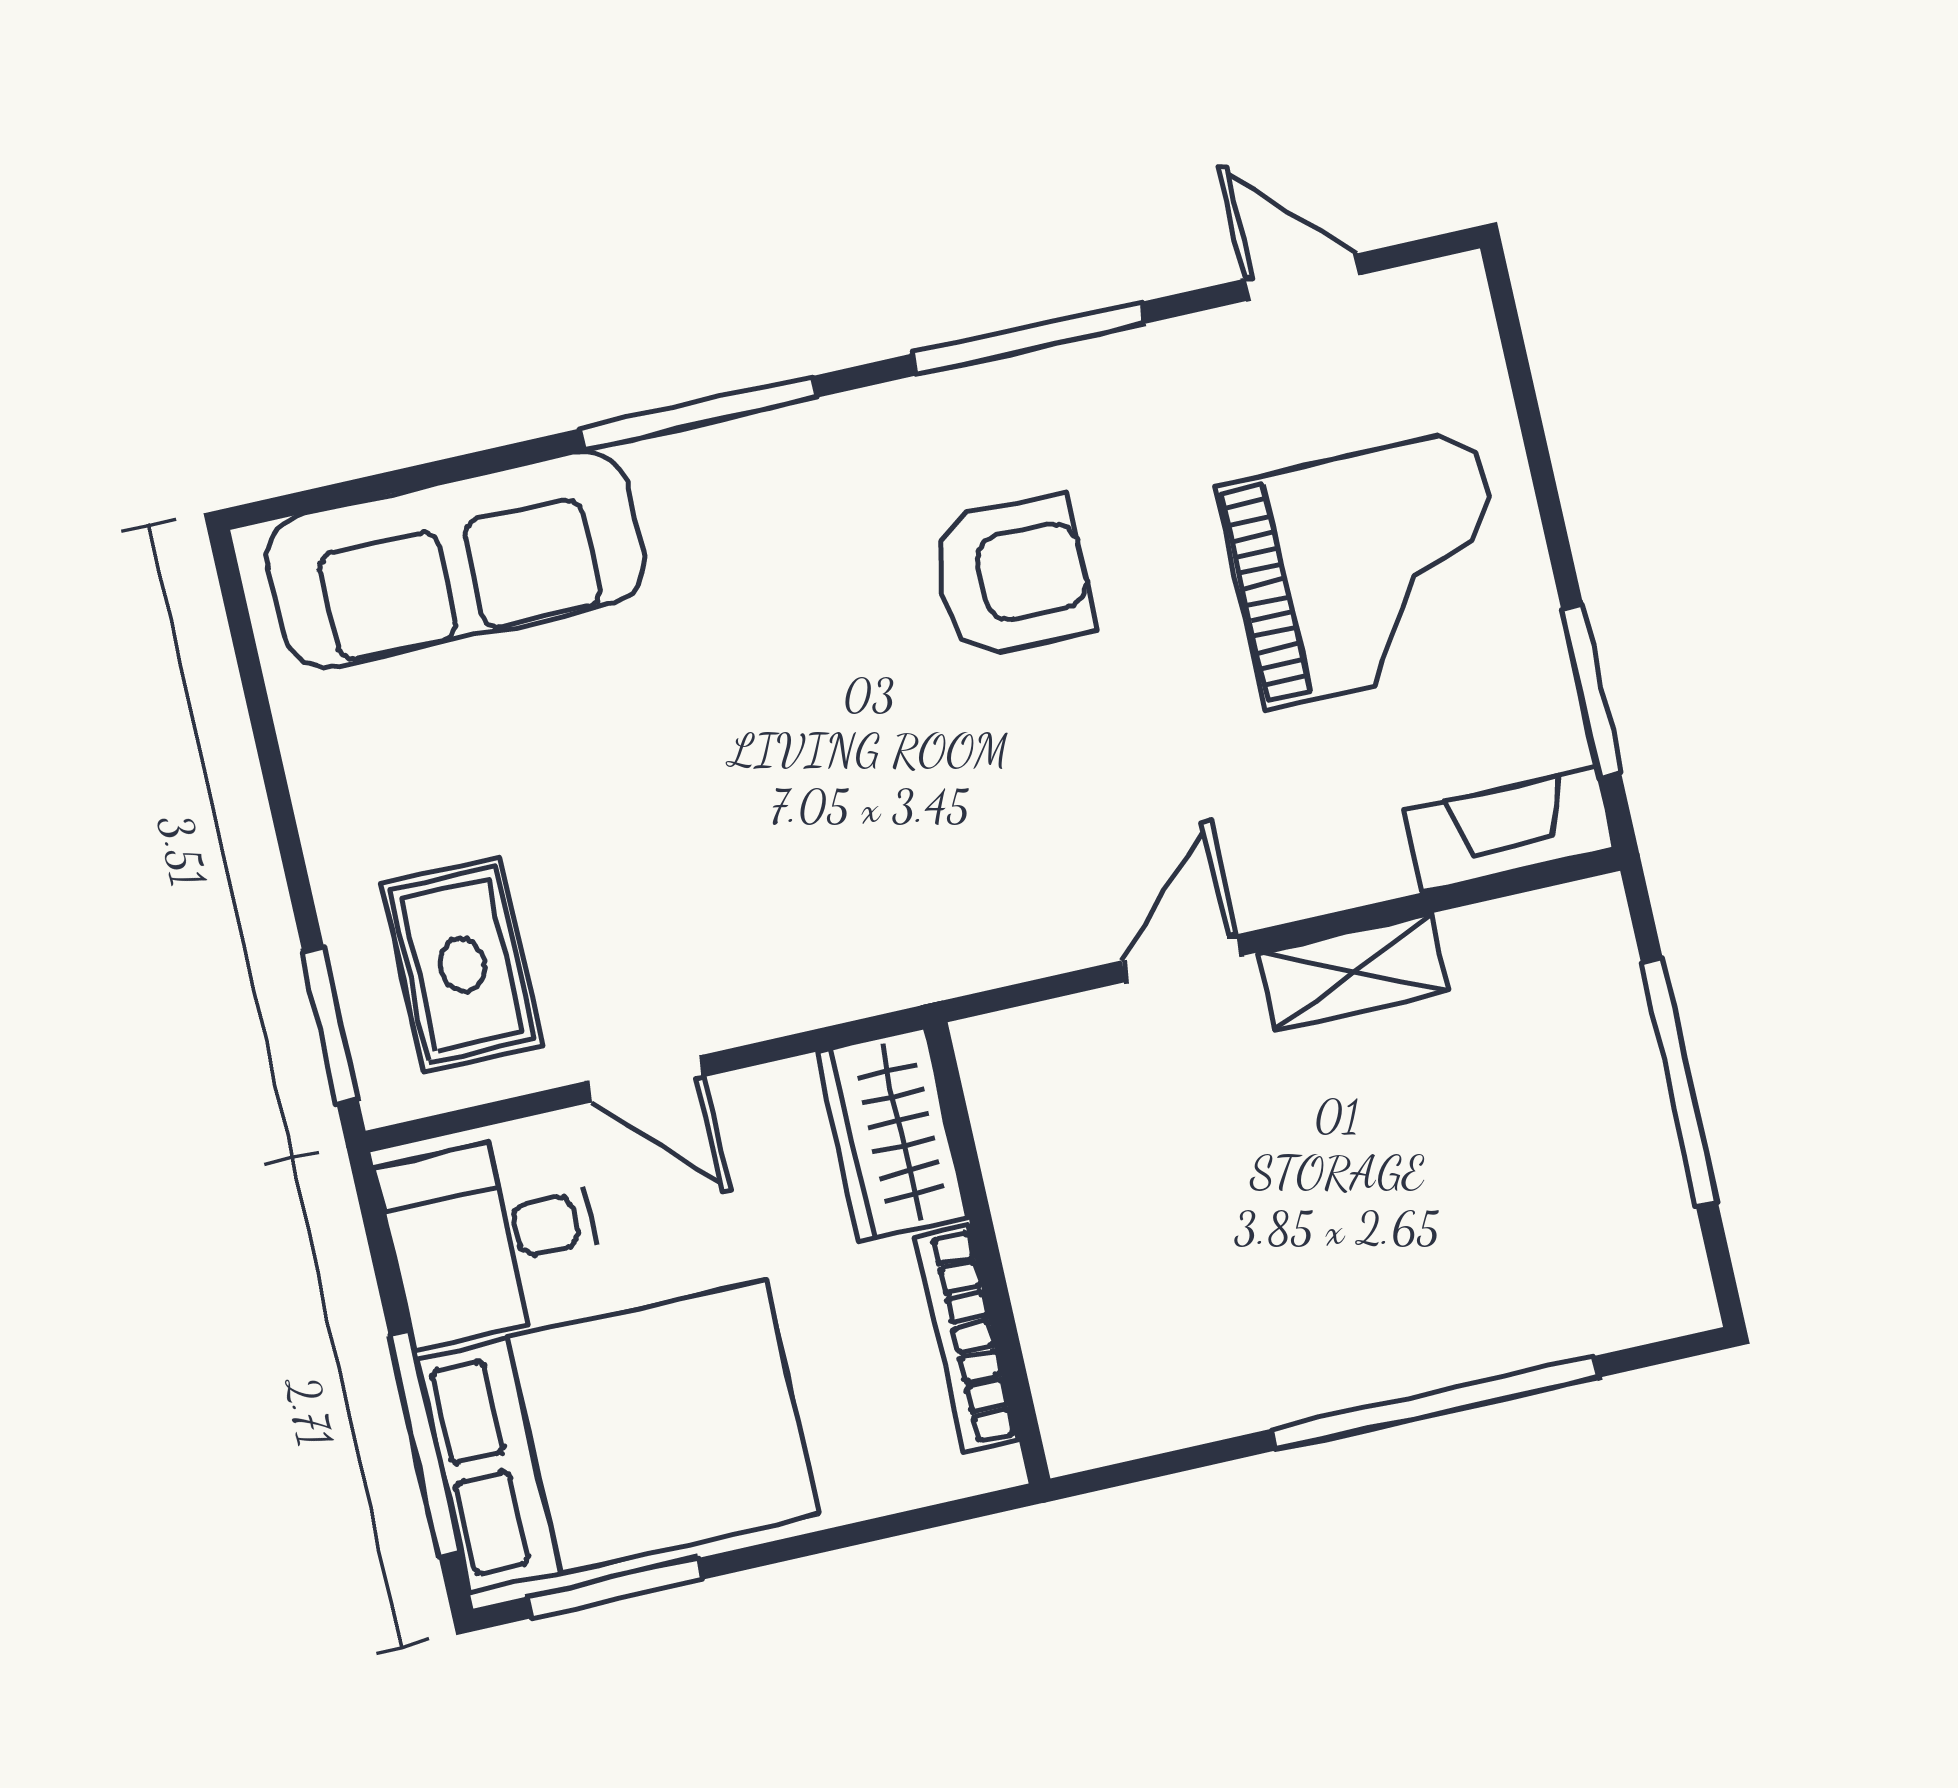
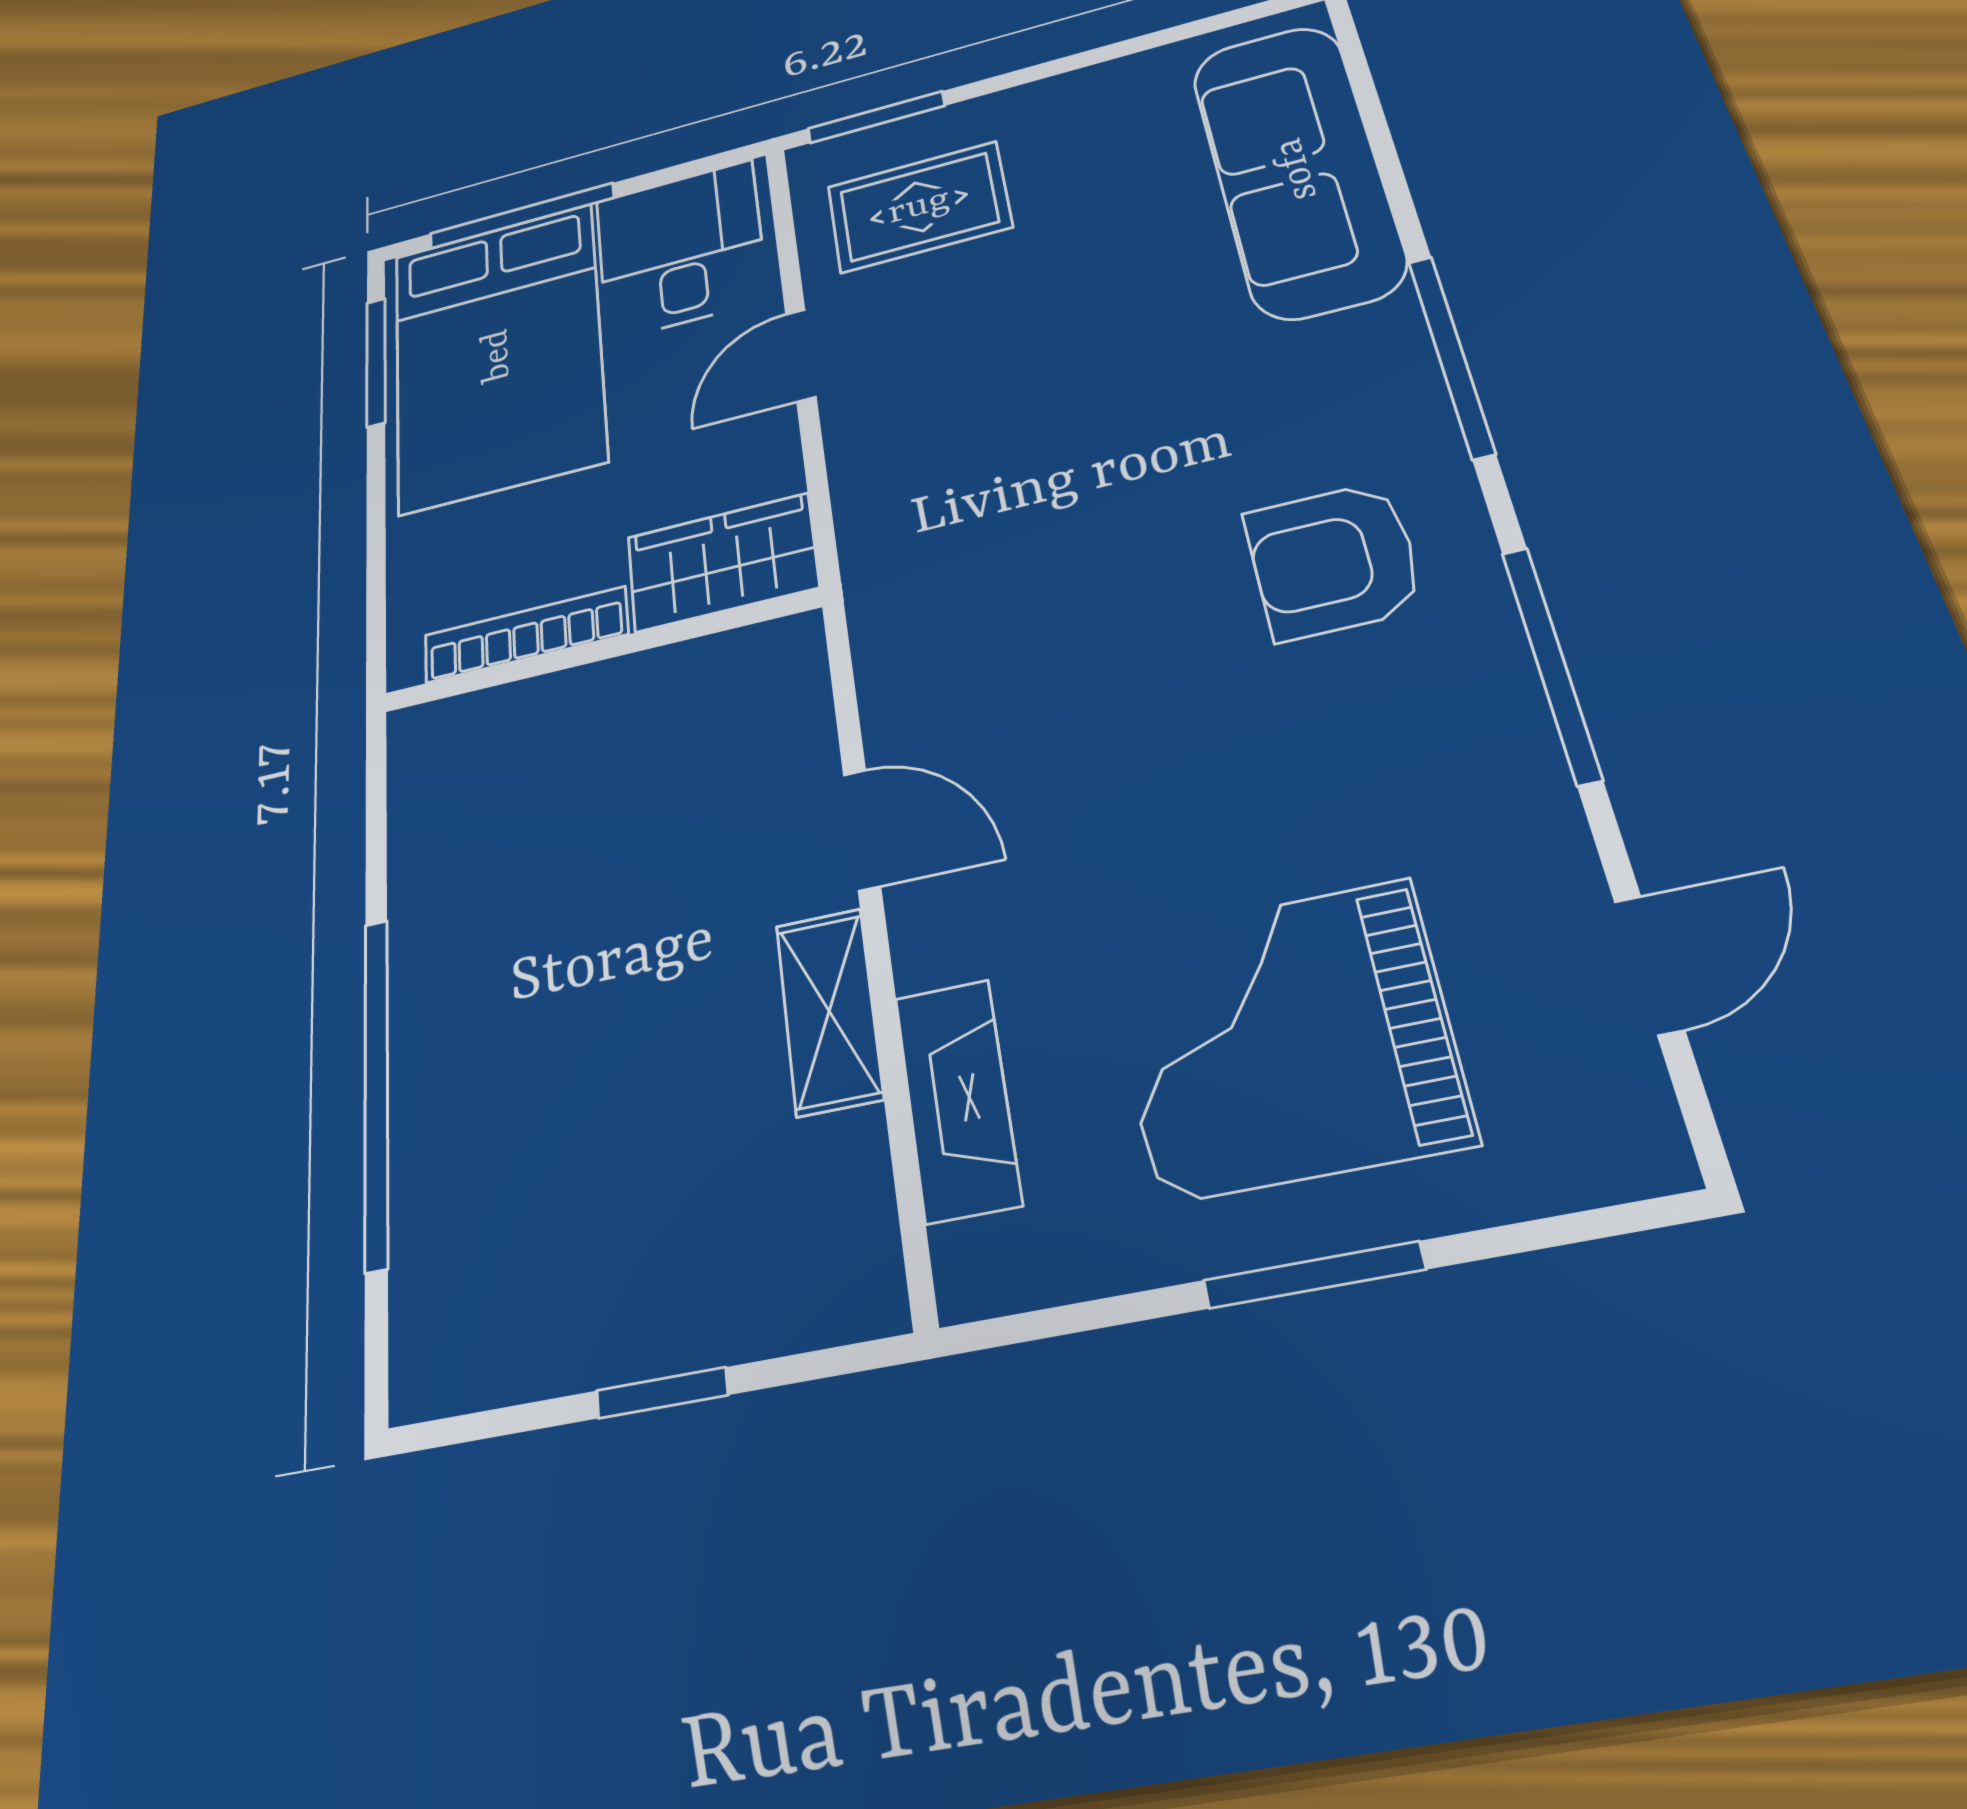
grand piano: (1370, 569) -> (1286, 1039), turned 90
armchair: (1012, 577) -> (1333, 560), moved, turned 90
window: (1591, 690) -> (1314, 1275), moved
fireplace: (1510, 830) -> (958, 1100), moved
window: (1679, 1083) -> (662, 1393), width x0.46

